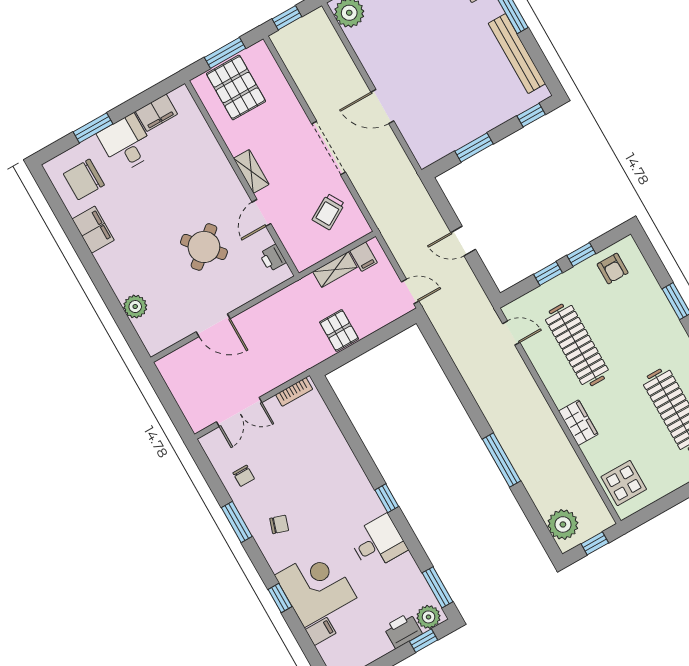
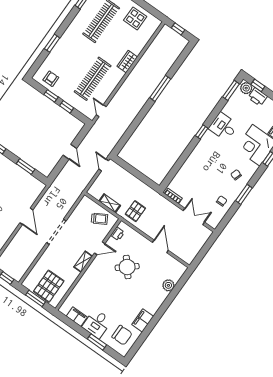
trolley: (328, 212) -> (100, 219), moved
filing cabinet: (364, 257) -> (98, 193), removed
pallet: (339, 330) -> (135, 211), moved
display table: (624, 483) -> (135, 18), moved
plant: (563, 524) -> (176, 47), removed

